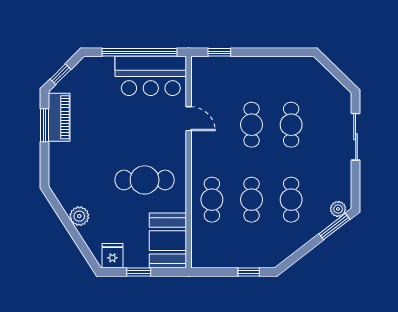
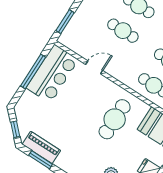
window: (139, 52) -> (33, 71), width x0.68
window: (219, 52) -> (65, 22), width x1.50

